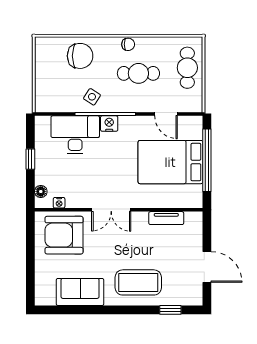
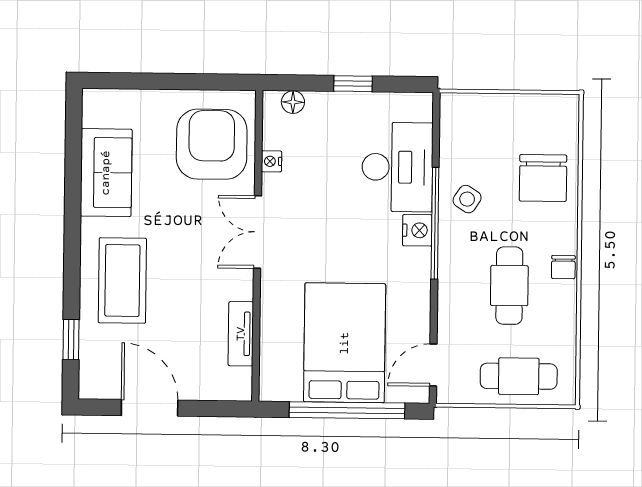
door: (166, 114) -> (433, 365), moved
nightstand: (59, 203) -> (271, 161), moved
door: (207, 267) -> (150, 408), swing flipped

